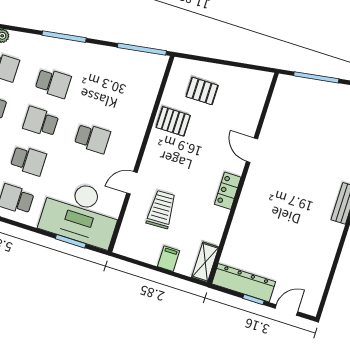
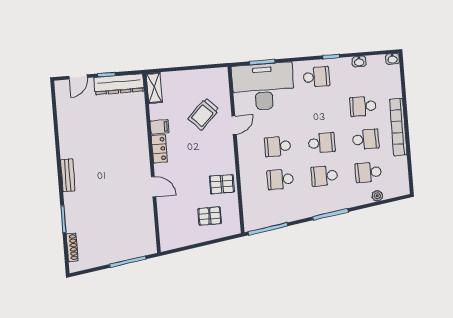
school desk: (28, 160) -> (280, 179), moved
trolley: (161, 210) -> (204, 114), turned 47
filing cabinet: (169, 259) -> (160, 127), moved, turned -90

